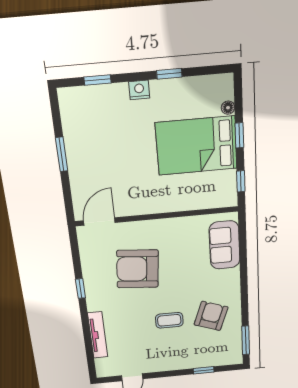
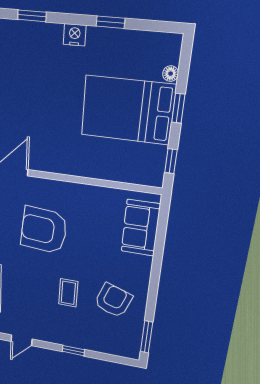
coffee table: (169, 320) -> (68, 293), turned 90
window: (204, 370) -> (73, 351), moved

